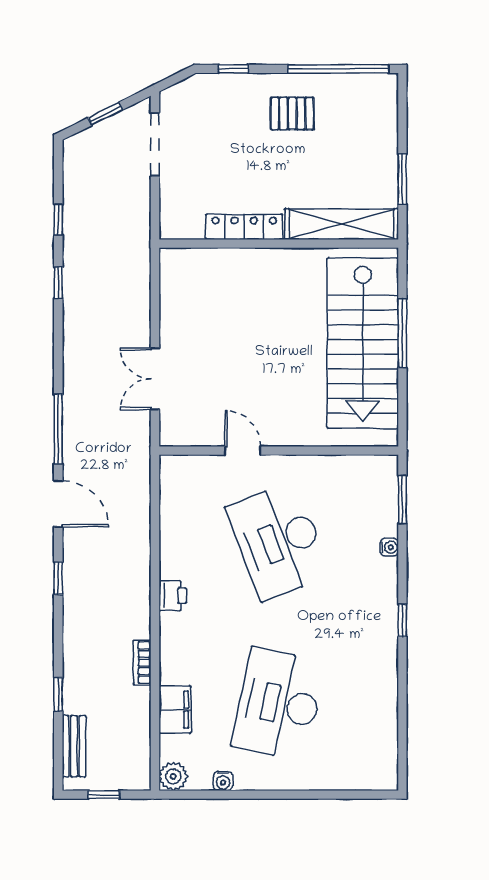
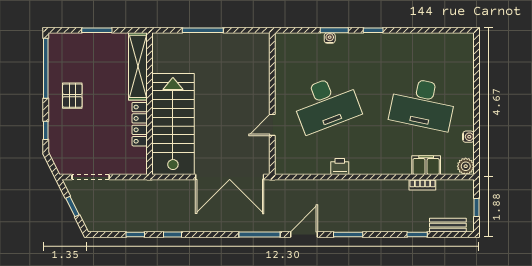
window: (402, 179) -> (97, 30), moved
stairs: (363, 343) -> (173, 124), moved, turned -90
double door: (155, 379) -> (230, 177), width x1.87
window: (402, 500) -> (334, 30), moved
window: (58, 578) -> (348, 234), width x1.50
printer: (173, 596) -> (340, 167), moved
bookcase: (142, 662) -> (422, 185), moved

